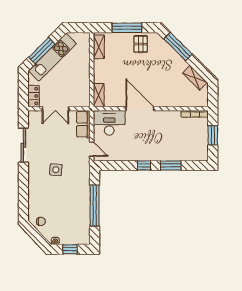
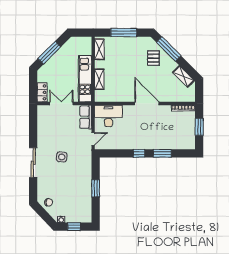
pallet: (141, 44) -> (153, 58), moved
kitchen unit: (52, 57) -> (85, 79), moved, turned 135
shelving: (99, 95) -> (99, 79), moved
double door: (55, 109) -> (61, 104), swing flipped
door: (140, 109) -> (147, 104), moved
sliding door: (23, 145) -> (33, 163), moved
door: (92, 149) -> (93, 139), hinge flipped
window: (95, 206) -> (96, 188), width x0.47

